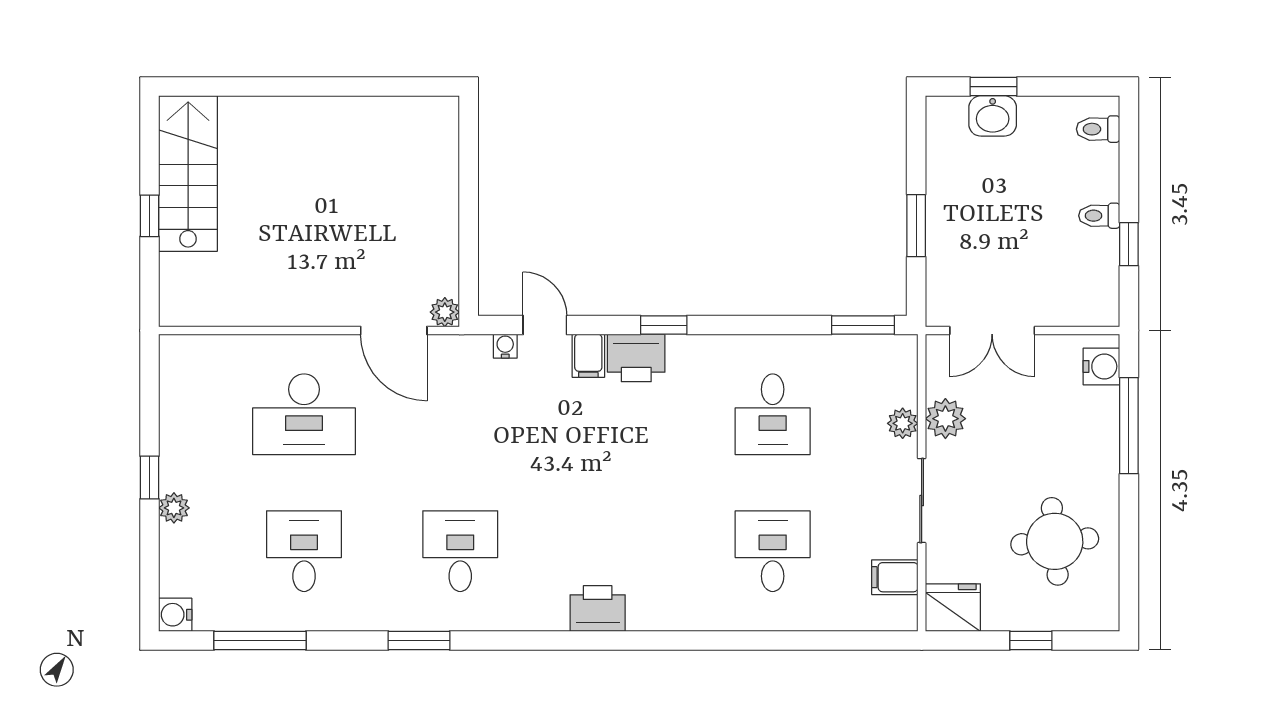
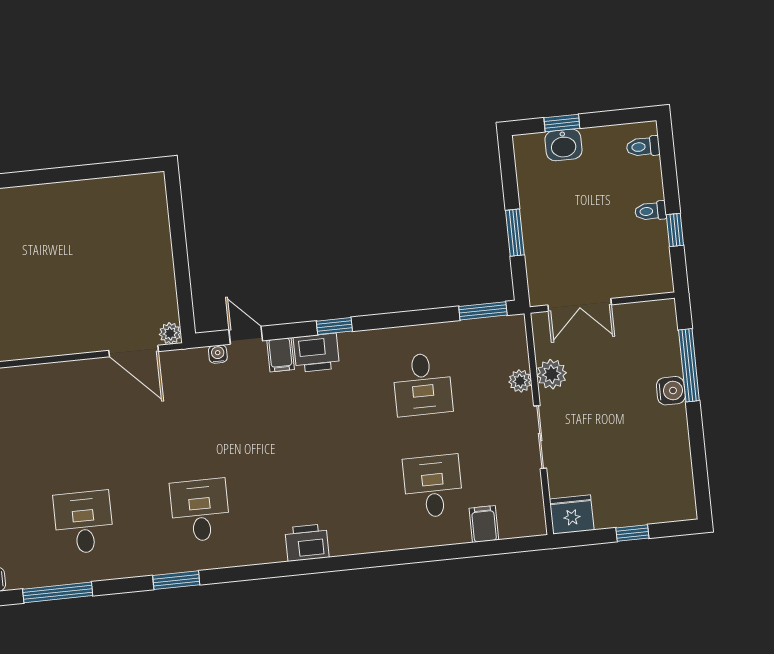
water cooler: (1101, 366) -> (671, 391), moved
desk: (304, 414) -> (73, 420), removed
round table: (1055, 541) -> (643, 457), removed
filing cabinet: (895, 577) -> (484, 524), moved, turned 90

